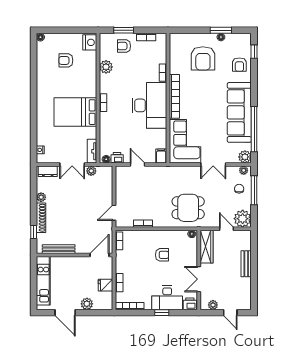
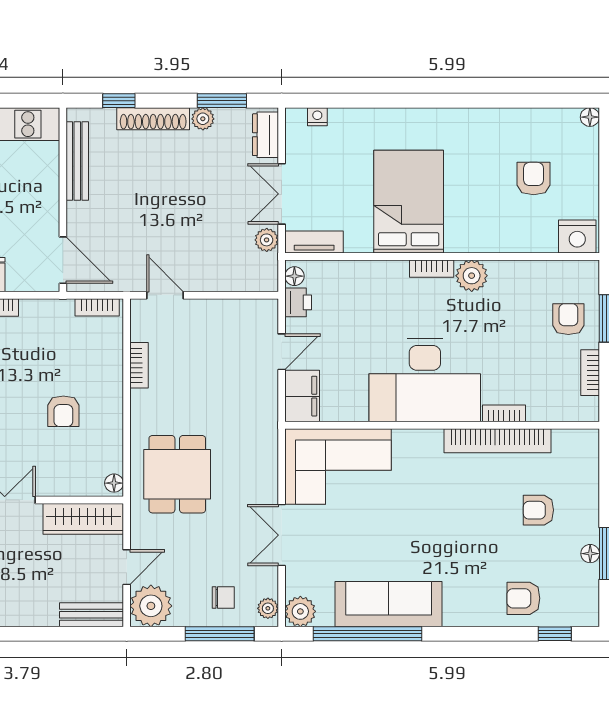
armchair: (203, 58) -> (538, 510), width x0.53, depth x0.53
plant: (106, 67) -> (472, 276), moved
bookcase: (174, 96) -> (497, 441), moved
sofa: (239, 112) -> (389, 604), width x0.74, depth x0.79
filing cabinet: (161, 156) -> (302, 396), width x2.00
window: (34, 189) -> (222, 101), added
bench: (246, 264) -> (91, 615), moved

